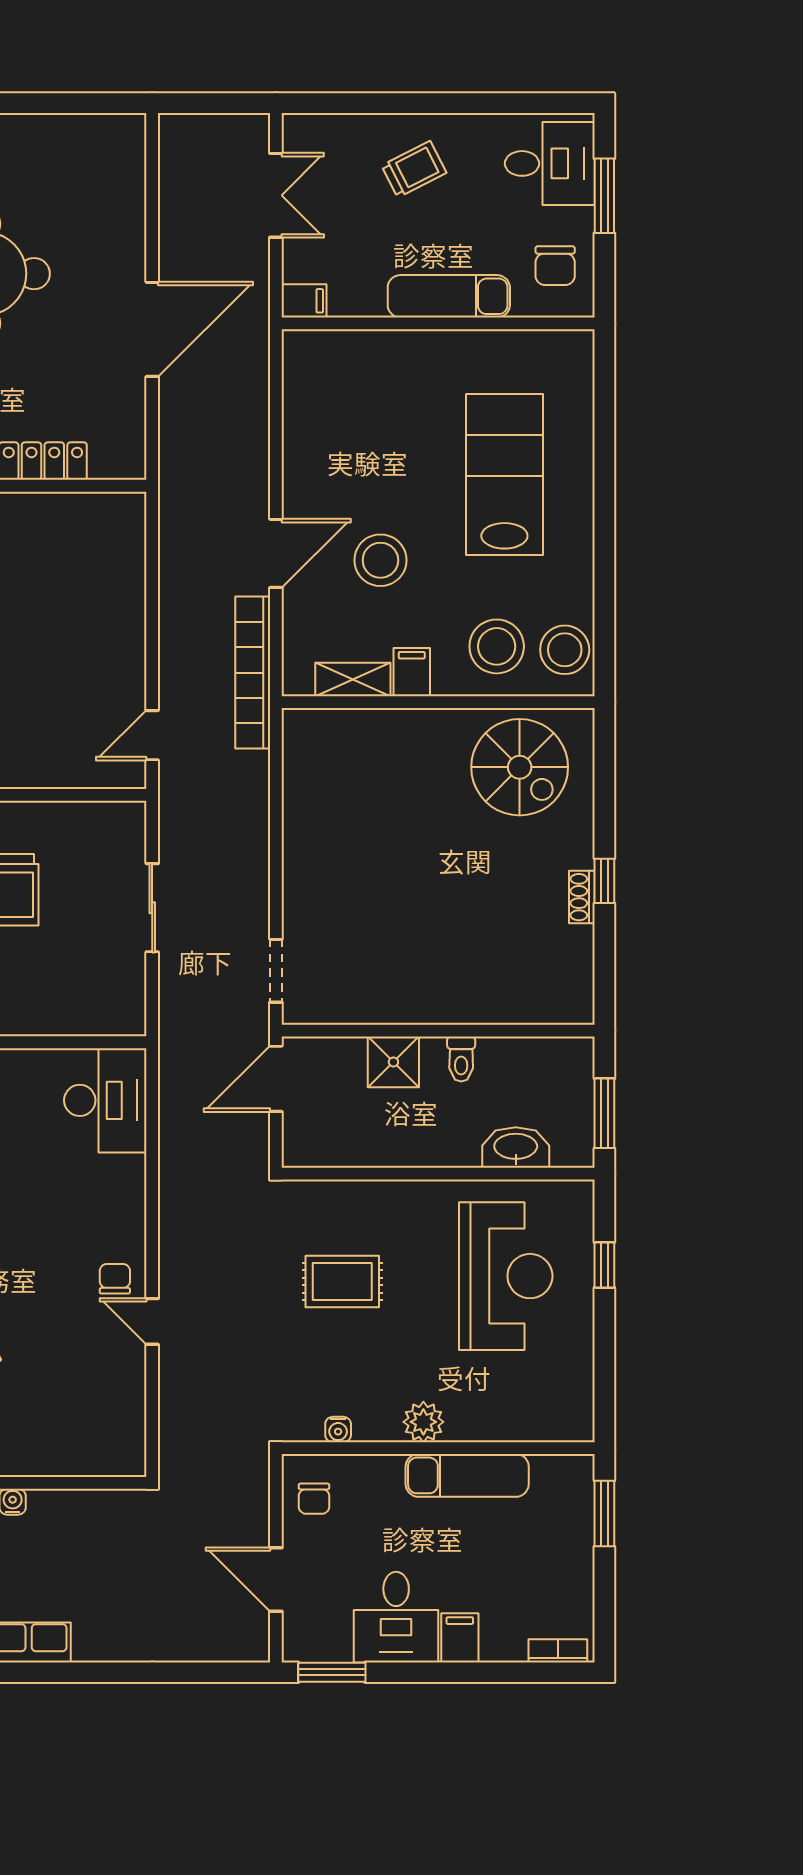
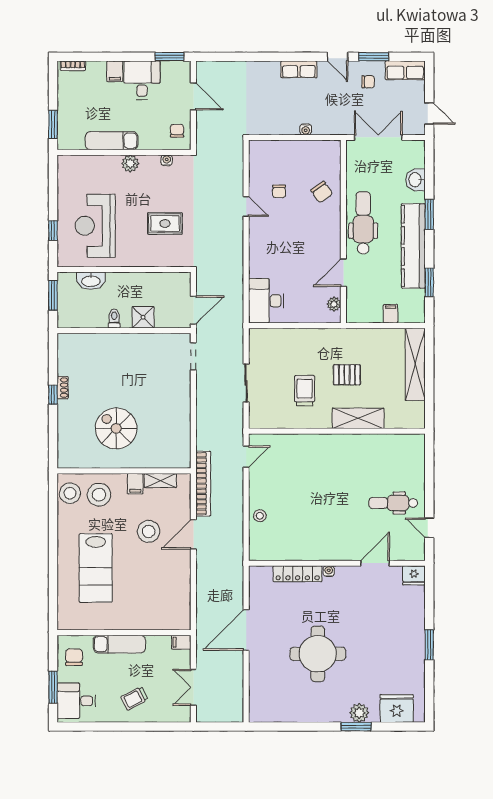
stool: (120, 597) -> (260, 516), added
spiral stairs: (520, 767) -> (116, 428), moved
chair: (115, 1279) -> (279, 191), moved

